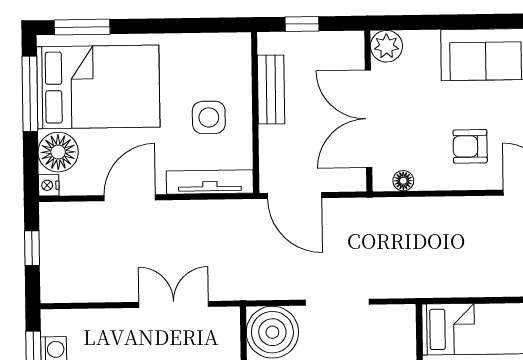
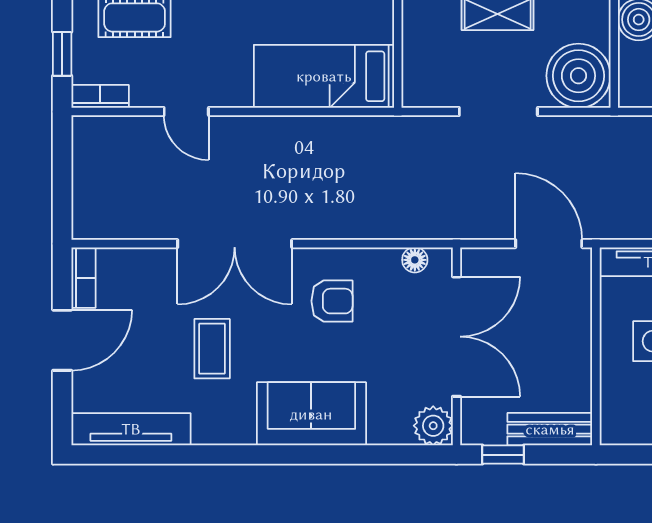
window: (302, 24) -> (503, 455), moved
bench: (271, 89) -> (550, 429), moved, turned 90

